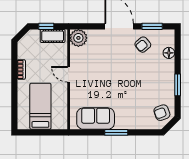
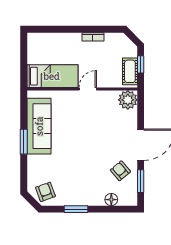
bed: (40, 106) -> (52, 76), moved
sofa: (96, 119) -> (39, 126), width x1.36

